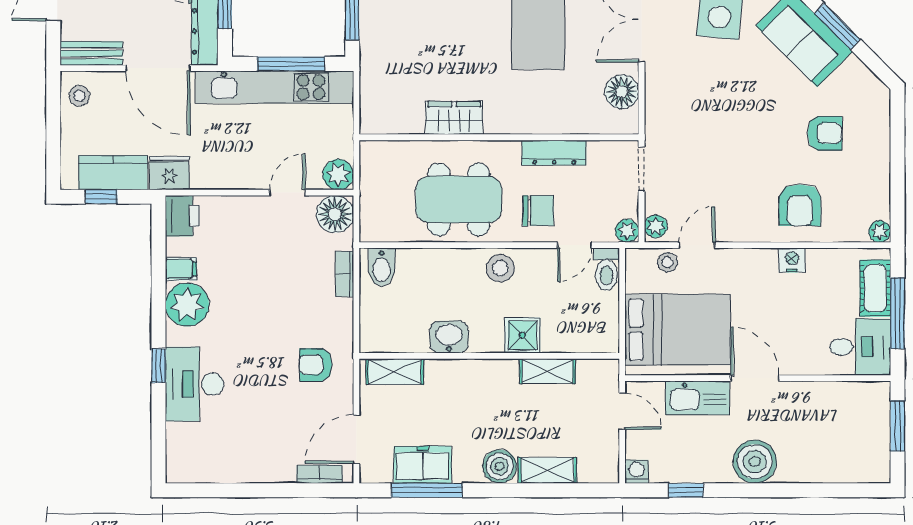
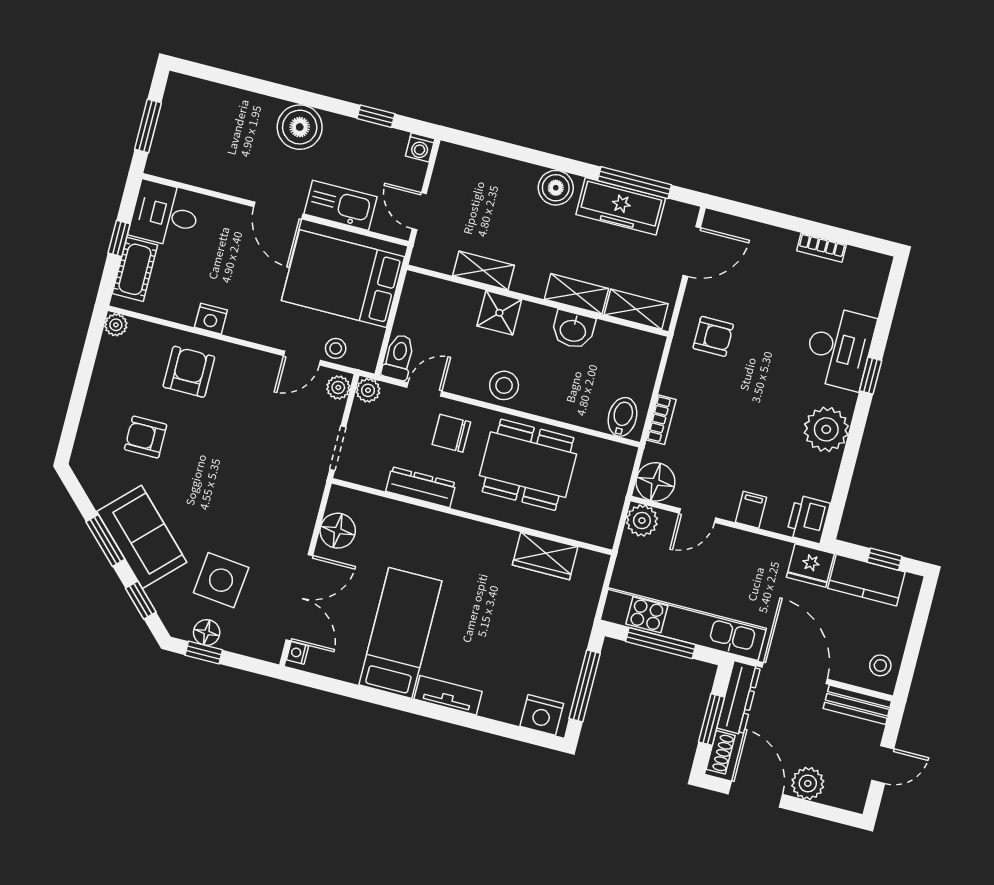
wardrobe: (454, 118) -> (545, 556), moved
filing cabinet: (181, 269) -> (751, 510), moved, turned 90
window: (898, 313) -> (119, 238), width x0.46
freezer: (423, 465) -> (621, 206), width x1.40
shelving: (548, 470) -> (576, 294), moved
bookcase: (319, 474) -> (821, 248), moved

